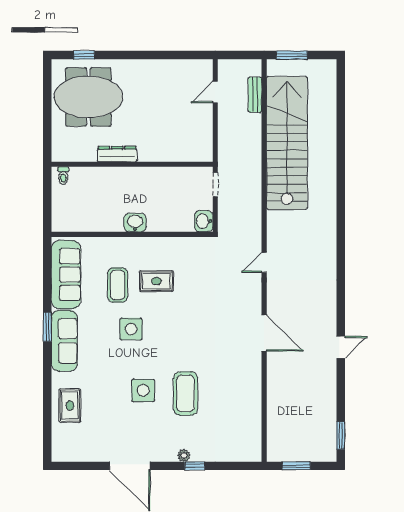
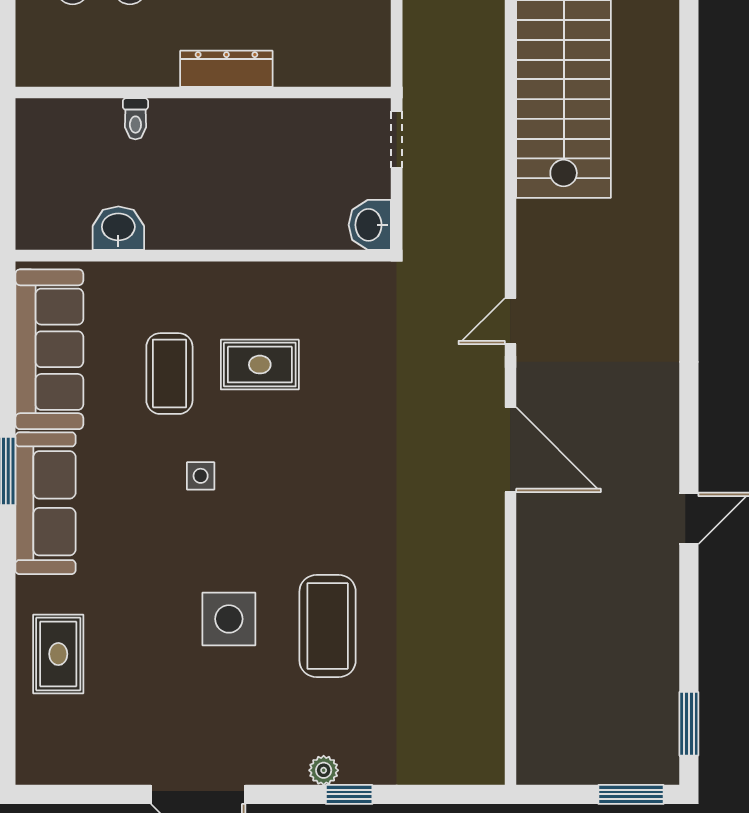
dresser: (117, 154) -> (226, 69), moved
toilet: (63, 176) -> (135, 119), moved
washbasin: (135, 223) -> (118, 228), moved
side table: (131, 329) -> (201, 476), width x0.54, depth x0.54
door: (264, 333) -> (510, 450), moved
window: (296, 466) -> (631, 794), moved

